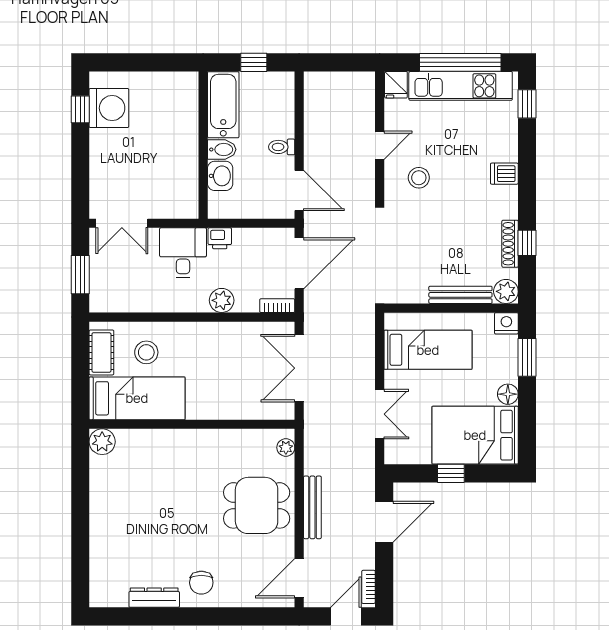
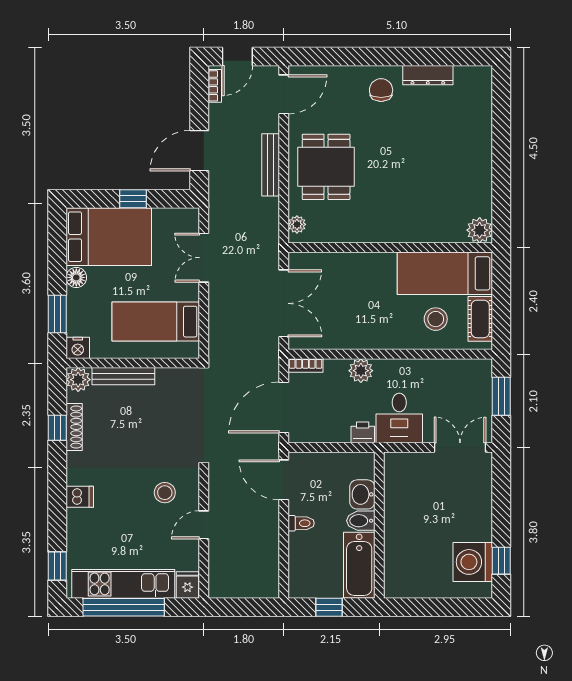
dining table: (257, 505) -> (326, 167), turned 90

